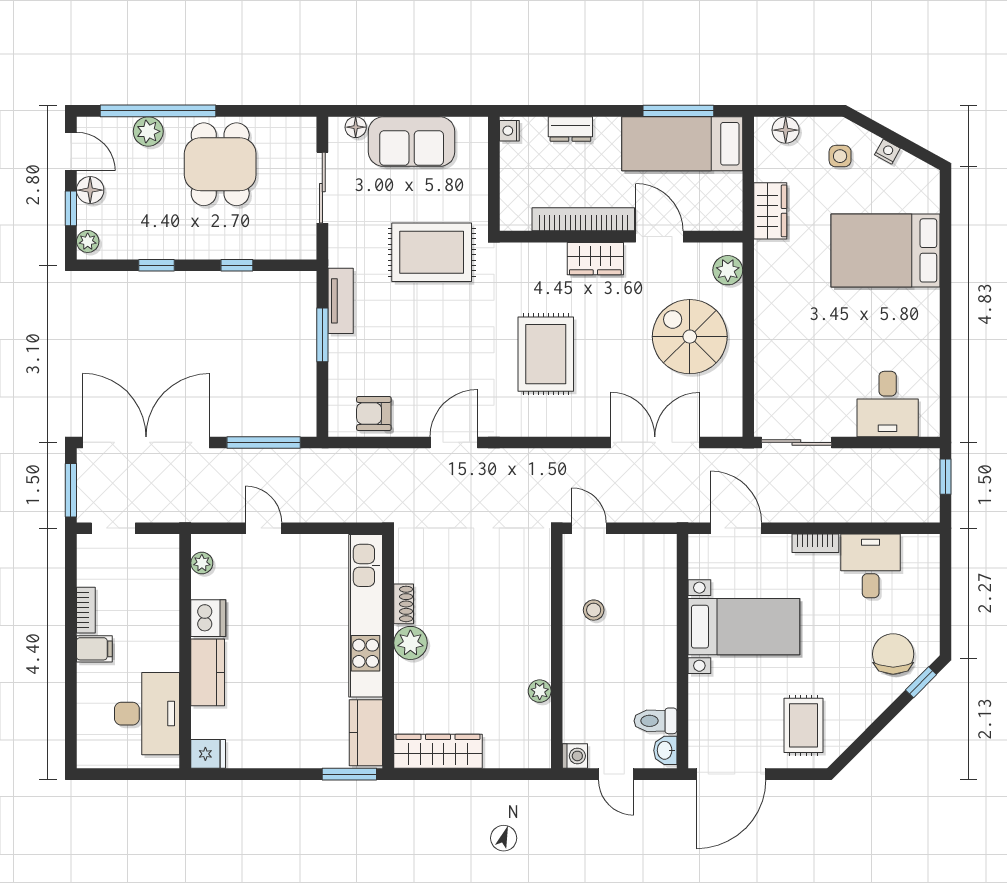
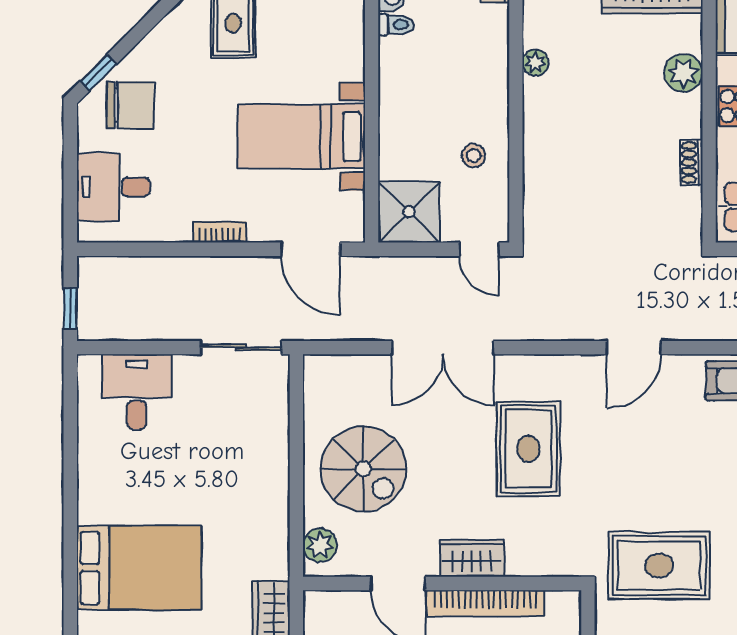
double door: (655, 442) -> (443, 348), moved
shower: (650, 561) -> (409, 212), added
desk: (871, 566) -> (113, 187), moved, turned 90
plant: (410, 643) -> (683, 73), moved
chair: (893, 654) -> (130, 105), turned -90
toilet: (655, 721) -> (396, 25), width x0.73, depth x0.72

